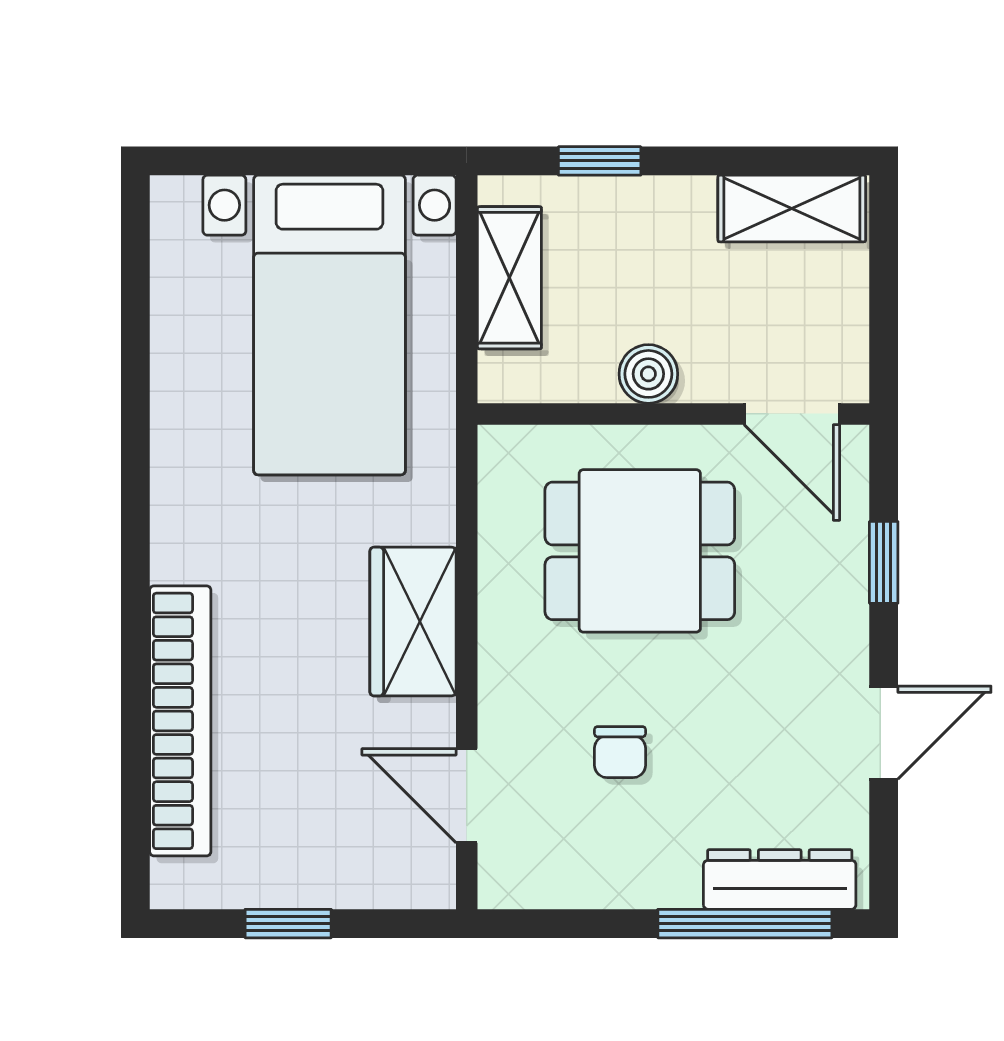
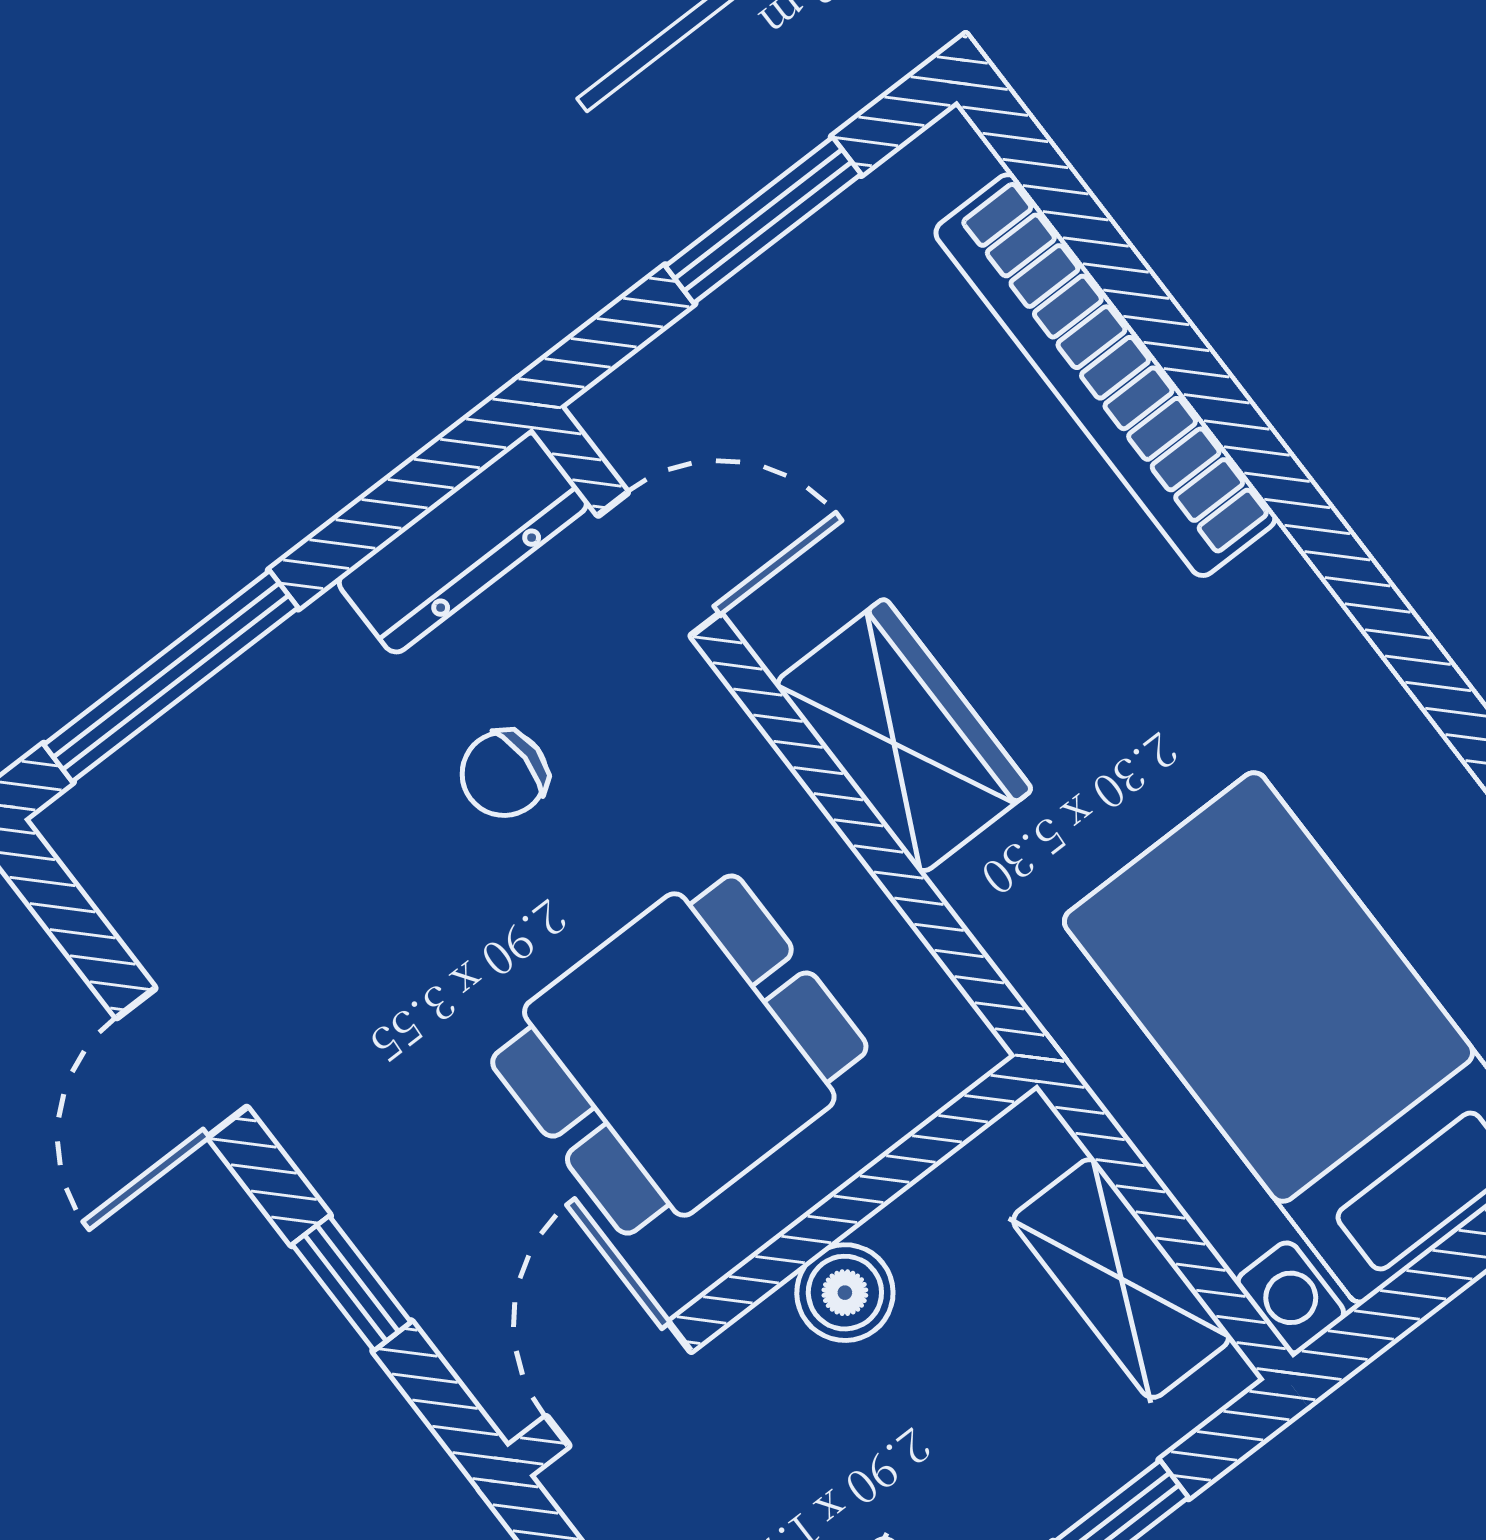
door: (792, 414) -> (619, 1384), hinge flipped
chair: (620, 752) -> (504, 774), turned -90
dresser: (780, 879) -> (463, 542), moved
window: (288, 924) -> (763, 220), width x1.50

